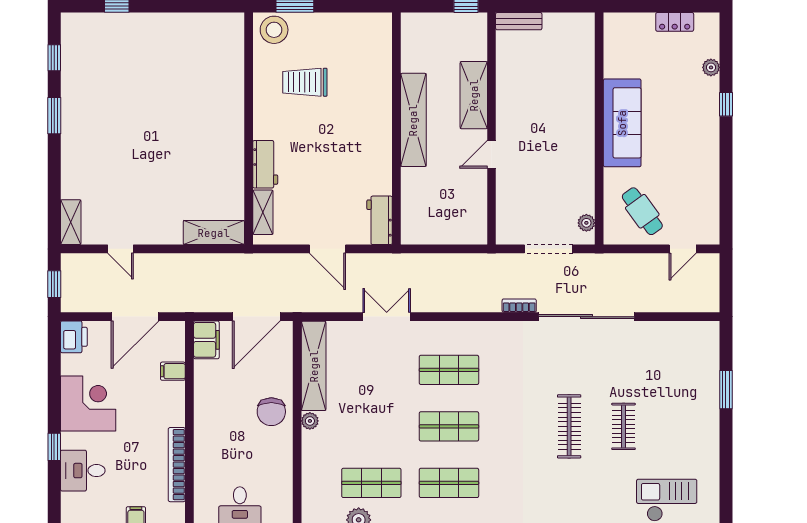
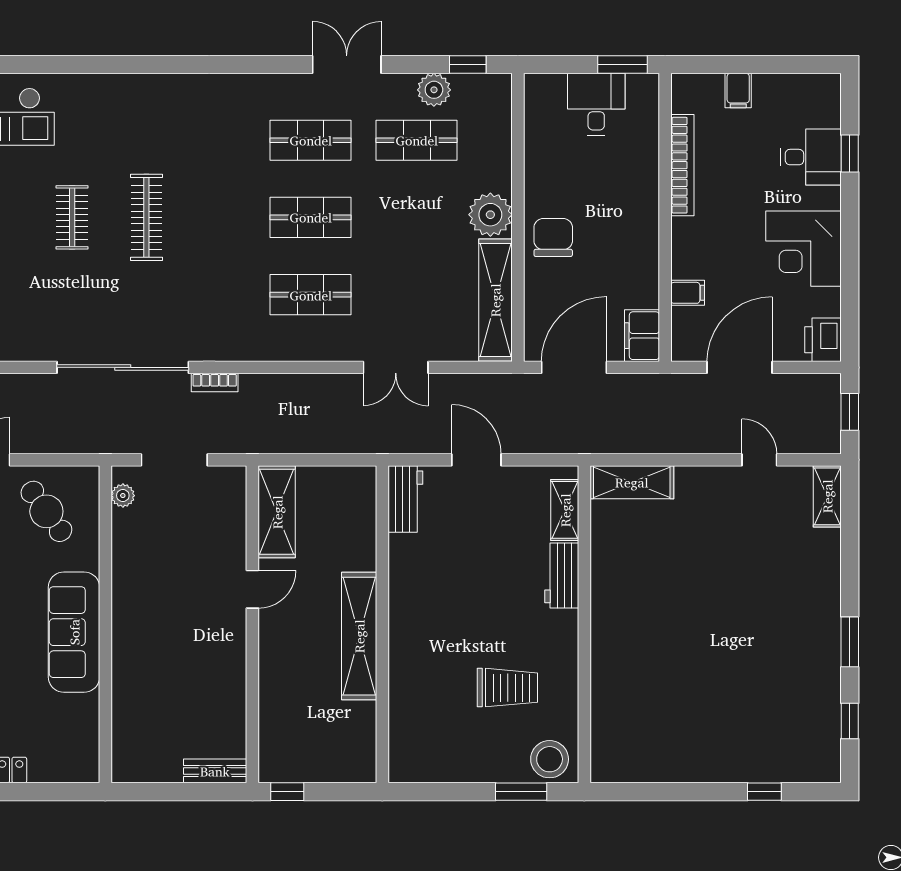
shelving: (474, 95) -> (277, 512), moved
plant: (310, 421) -> (490, 215), width x1.88, depth x1.88
window: (54, 447) -> (850, 154), moved

